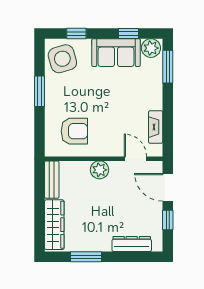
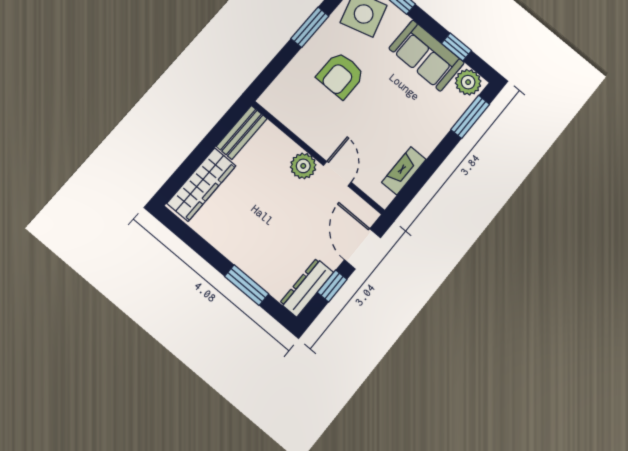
armchair: (74, 131) -> (341, 75), moved, turned 90
door: (135, 159) -> (337, 174), moved
dresser: (132, 244) -> (307, 288), moved, turned -90
window: (86, 257) -> (247, 285), moved

